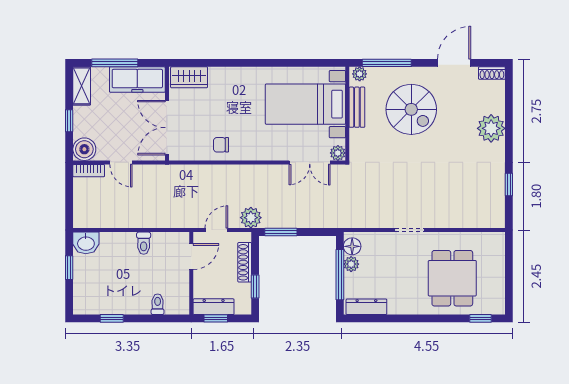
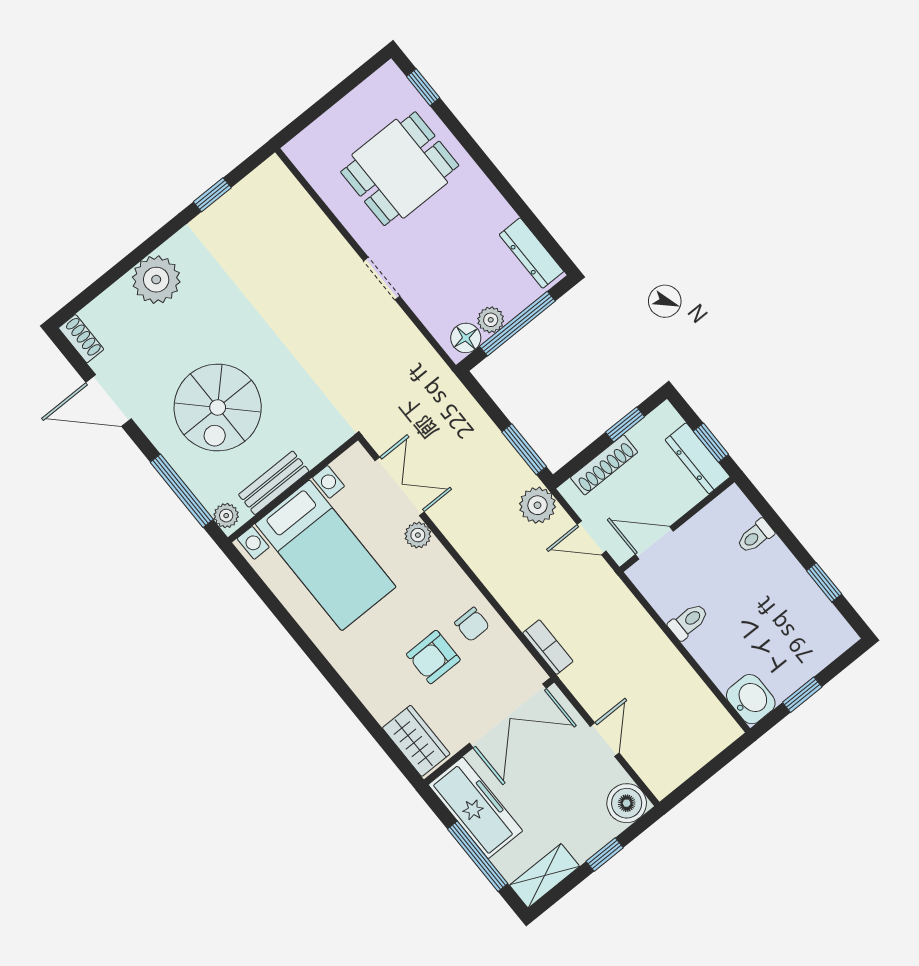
spiral stairs: (411, 109) -> (218, 407), turned 180
armchair: (220, 116) -> (433, 657), added
plant: (338, 153) -> (418, 535), moved
bookcase: (89, 171) -> (548, 647), moved

